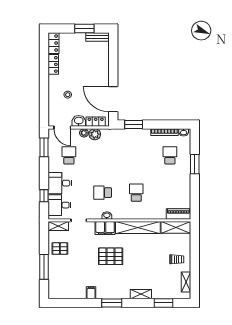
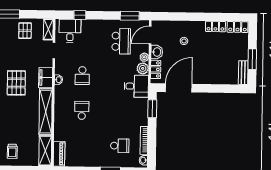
school desk: (69, 155) -> (121, 41), width x1.85
desk: (60, 183) -> (136, 86), moved, turned 90
school desk: (103, 193) -> (82, 76), turned 180
school desk: (136, 193) -> (82, 110), turned -90

